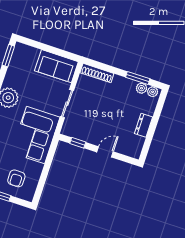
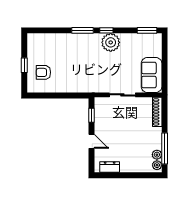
window: (138, 78) -> (165, 149), width x1.44
dresser: (144, 125) -> (110, 167), moved
corner sofa: (36, 135) -> (86, 77), removed

